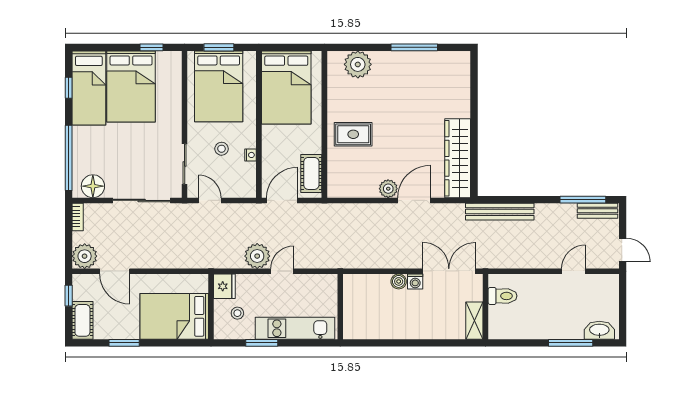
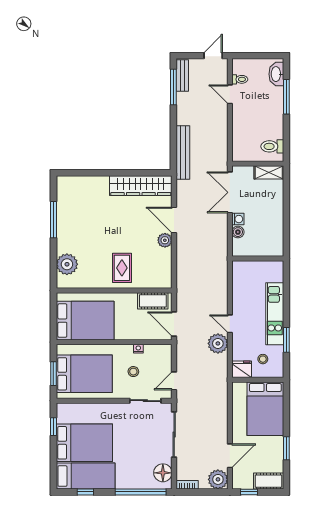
toilet: (593, 284) -> (240, 79), added
toilet: (502, 296) -> (272, 146), moved, turned -90
wall: (340, 307) -> (258, 258), moved

